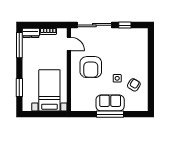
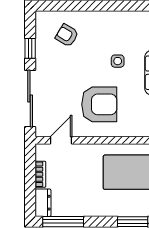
armchair: (134, 85) -> (67, 35), moved

